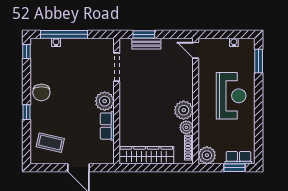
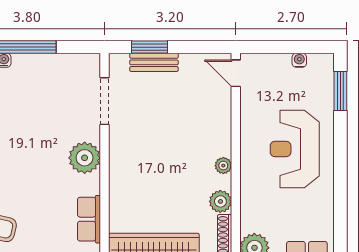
reception desk: (231, 96) -> (295, 149), turned 180
plant: (184, 110) -> (223, 166), width x0.53, depth x0.53
row of seats: (107, 126) -> (89, 219), moved

